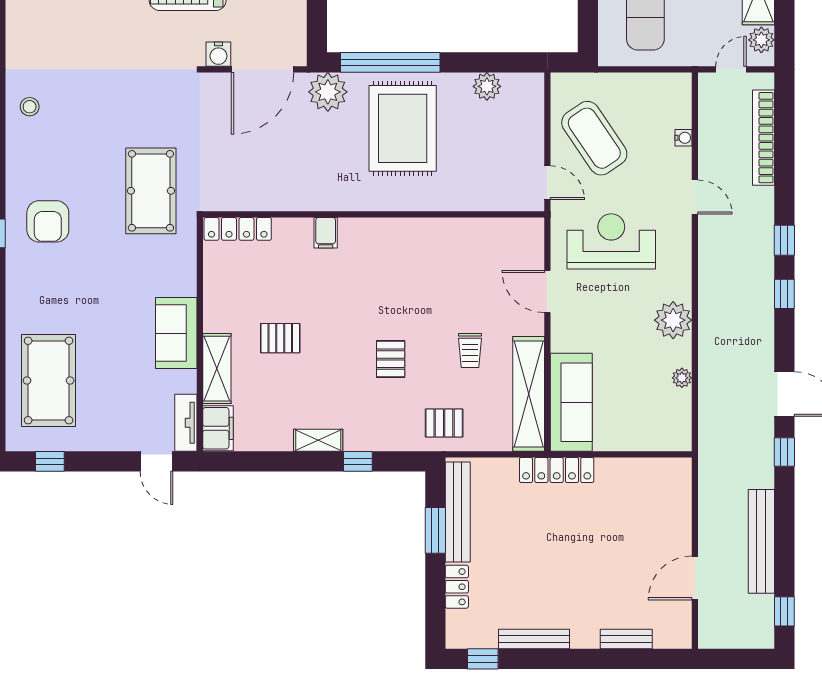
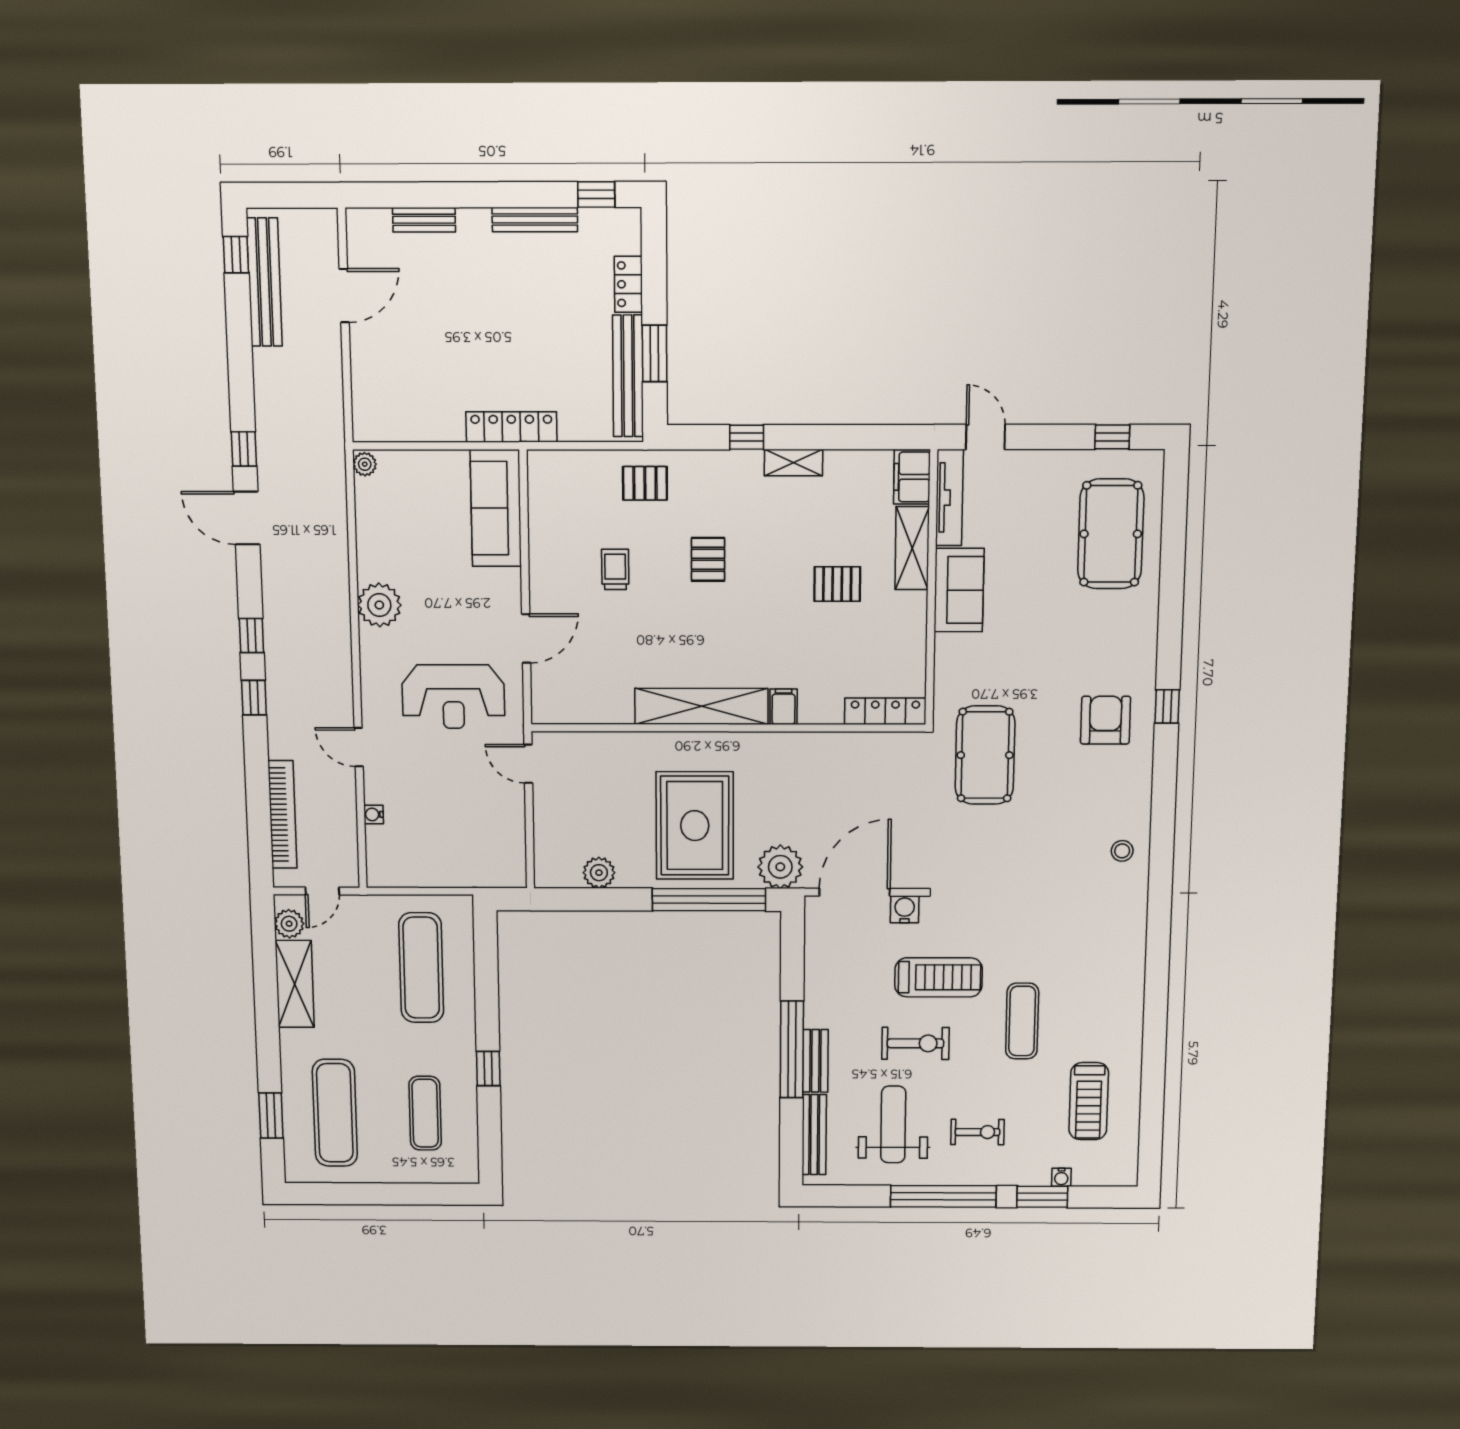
coffee table: (594, 138) -> (475, 814), removed
door: (547, 292) -> (526, 638), hinge flipped
plant: (682, 378) -> (365, 464), moved
shelving: (529, 394) -> (701, 706), moved, turned 90
tv unit: (186, 423) -> (949, 498), width x1.41
bench: (761, 541) -> (264, 282), moved

